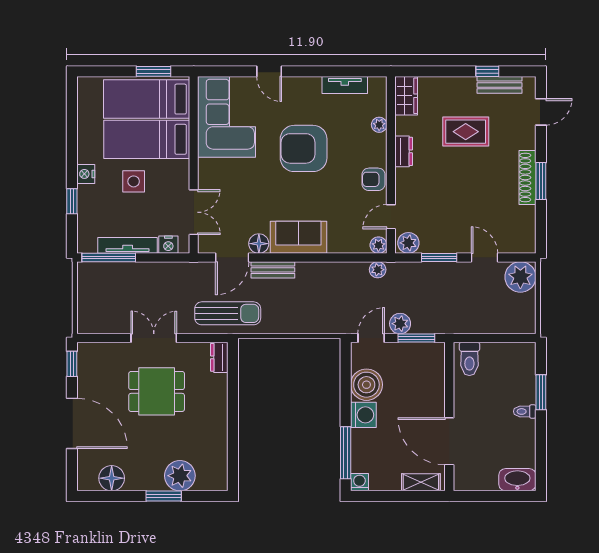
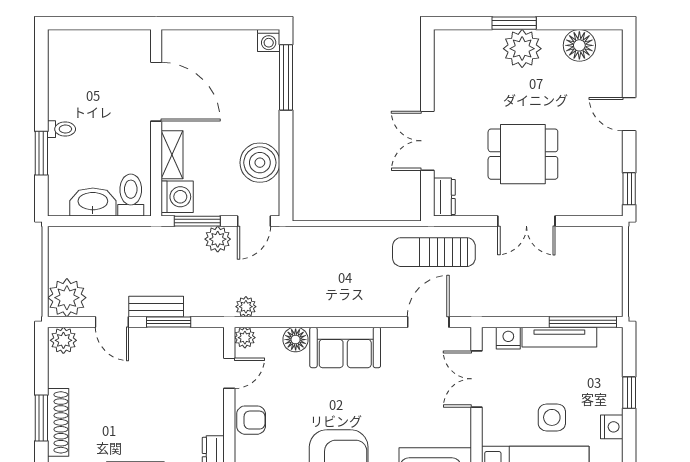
plant: (408, 243) -> (63, 340), moved
floor lamp: (259, 244) -> (296, 340), moved
bench: (273, 270) -> (156, 307), moved
double door: (233, 402) -> (427, 141), added
washing machine: (363, 415) -> (177, 197), moved, turned 180
door: (72, 423) -> (629, 114), width x0.53
plant: (180, 476) -> (522, 49), moved
washbasin: (517, 480) -> (93, 202), moved, turned 180
shelving: (421, 482) -> (172, 155), moved, turned 90

